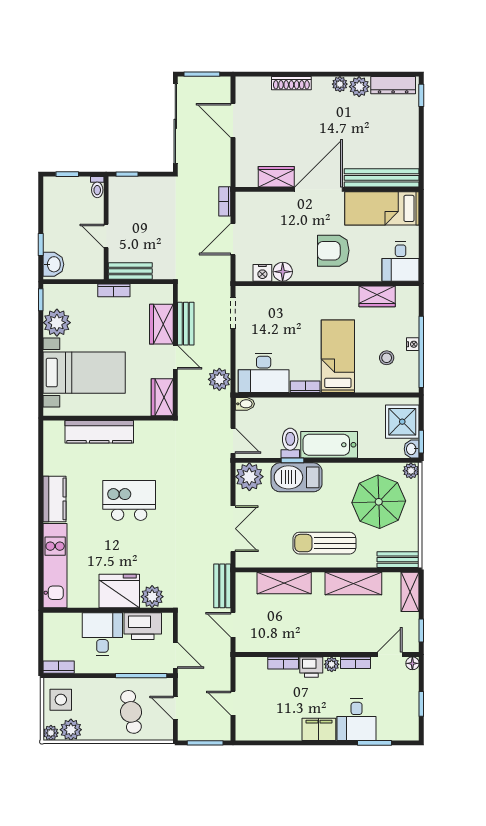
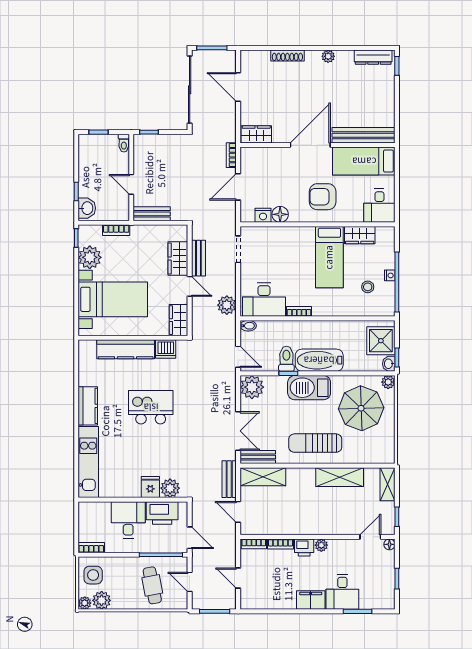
plant: (359, 87) -> (345, 58), removed
wardrobe: (276, 177) -> (256, 134), moved
bookcase: (114, 290) -> (116, 230), moved
bed: (338, 356) -> (329, 257), moved, turned 180
dishwasher: (147, 432) -> (166, 349), added
barbecue: (297, 477) -> (309, 388), moved
bench: (398, 560) -> (258, 457), moved
shelving: (284, 583) -> (263, 477), moved
fridge: (119, 591) -> (150, 487), width x0.53, depth x0.75
bookcase: (355, 663) -> (254, 544), moved

